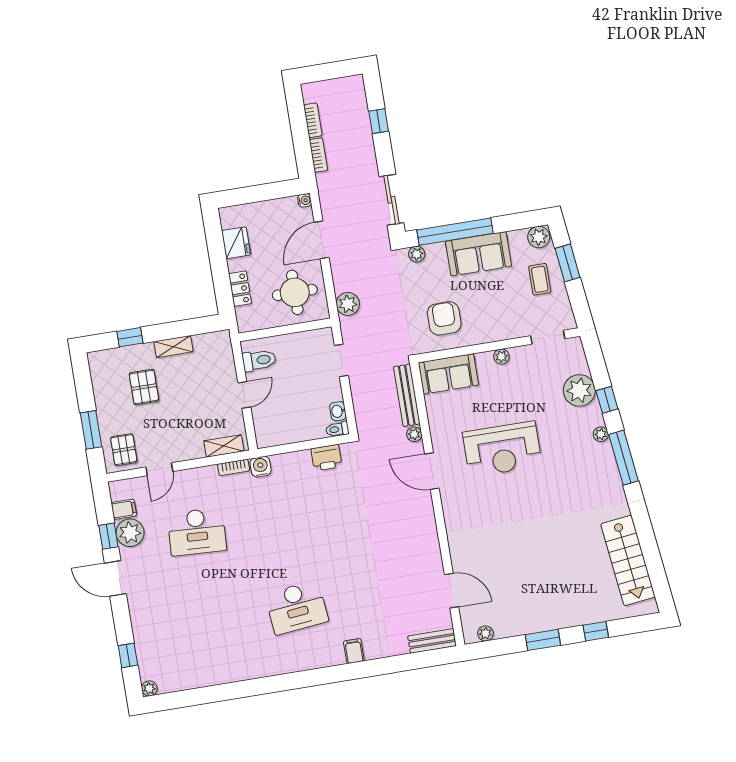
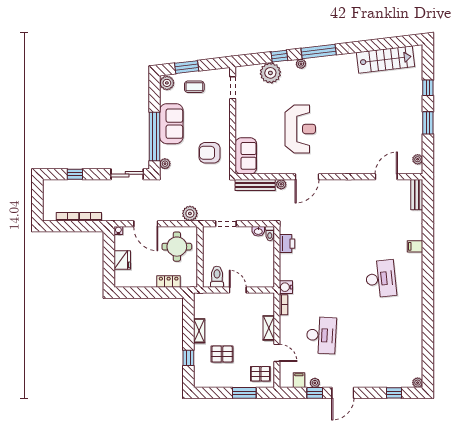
fridge: (236, 243) -> (122, 260), moved, turned 90
plant: (501, 357) -> (240, 120), removed
shelving: (224, 446) -> (269, 328), moved
plant: (130, 533) -> (315, 383), width x0.53, depth x0.53

